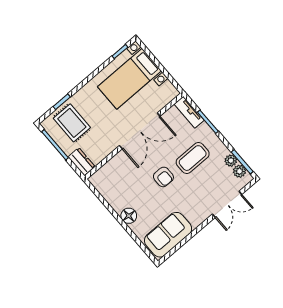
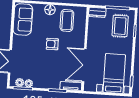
rug: (72, 123) -> (120, 26), turned 90
double door: (140, 131) -> (84, 65), moved
coffee table: (193, 158) -> (67, 20), moved

